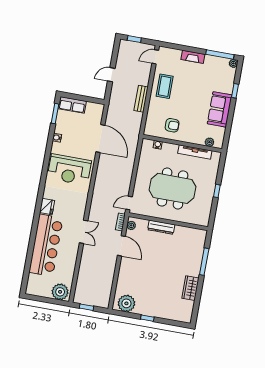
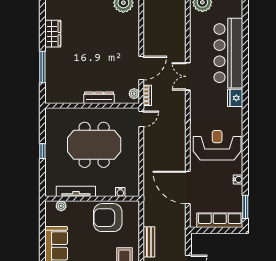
row of seats: (72, 105) -> (220, 220), width x1.48
armchair: (172, 125) -> (108, 218), width x1.88, depth x1.88
door: (121, 246) -> (141, 68), swing flipped

